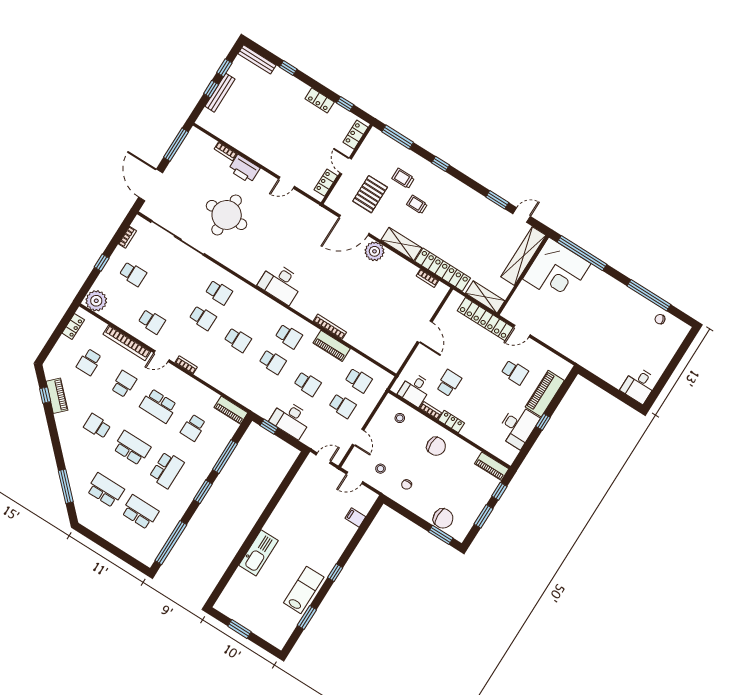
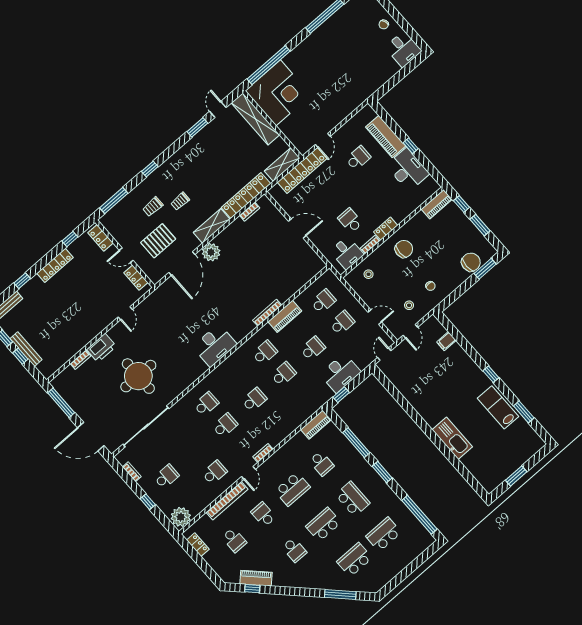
locker: (320, 100) -> (55, 265), width x1.53
pallet: (370, 194) -> (158, 241), turned 90
chair: (660, 319) -> (384, 24), moved
school desk: (97, 426) -> (294, 550), turned -90

